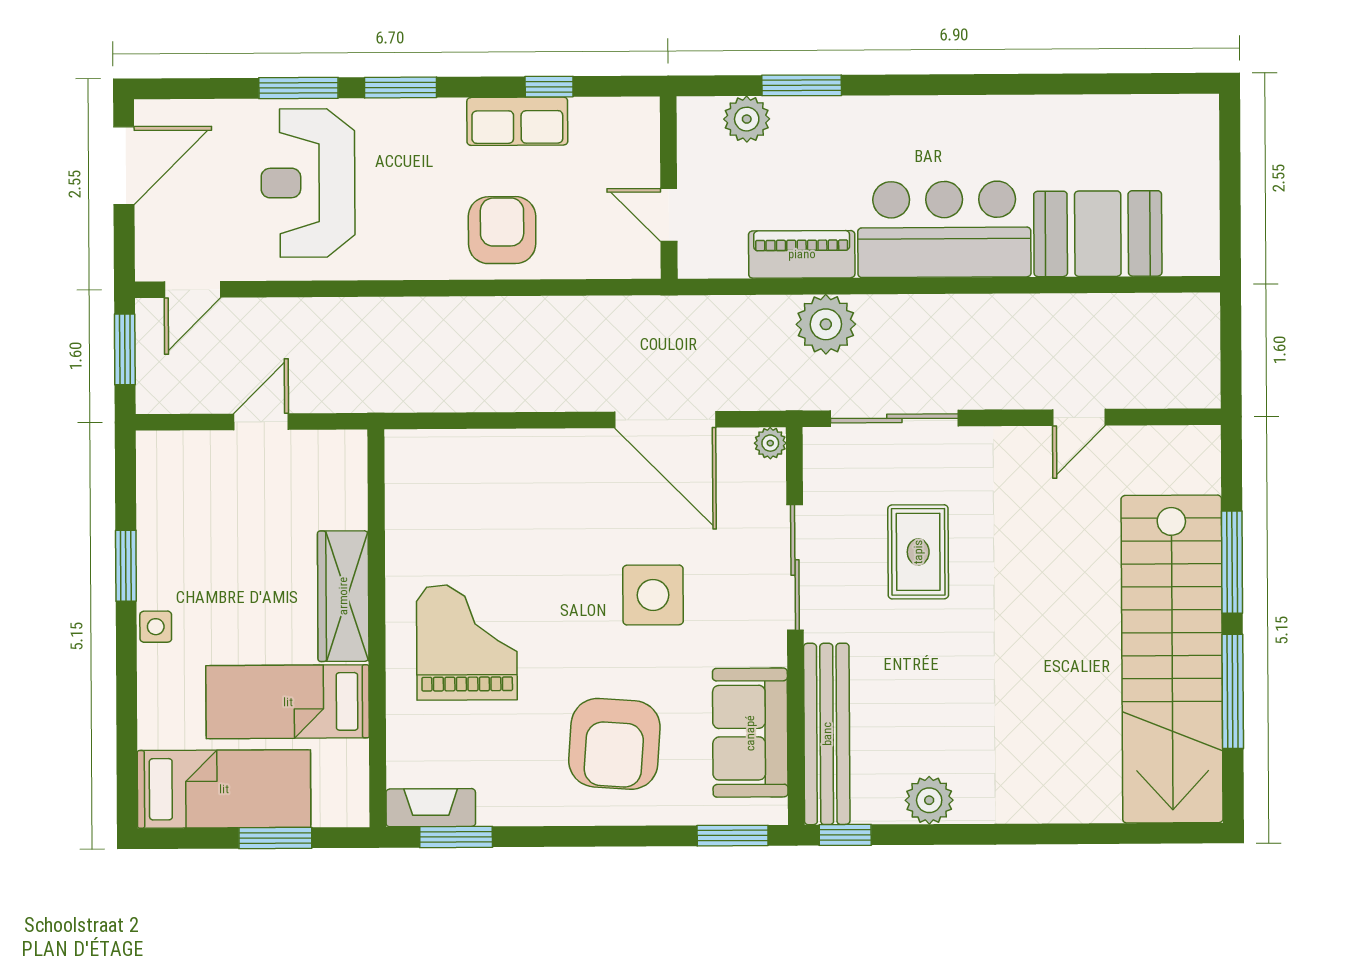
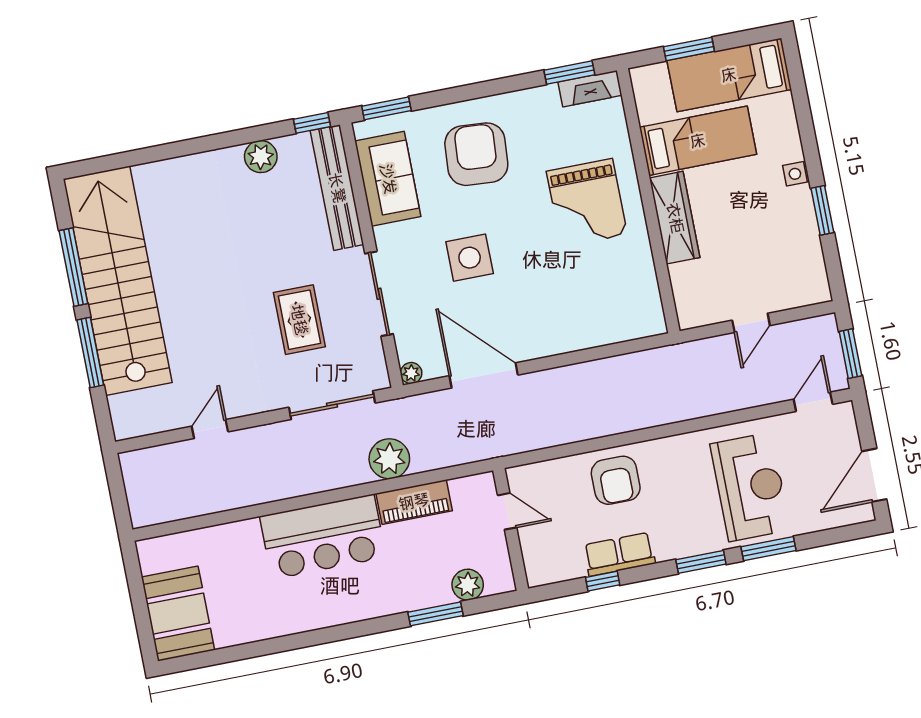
booth: (1098, 234) -> (178, 614), moved, turned 90

